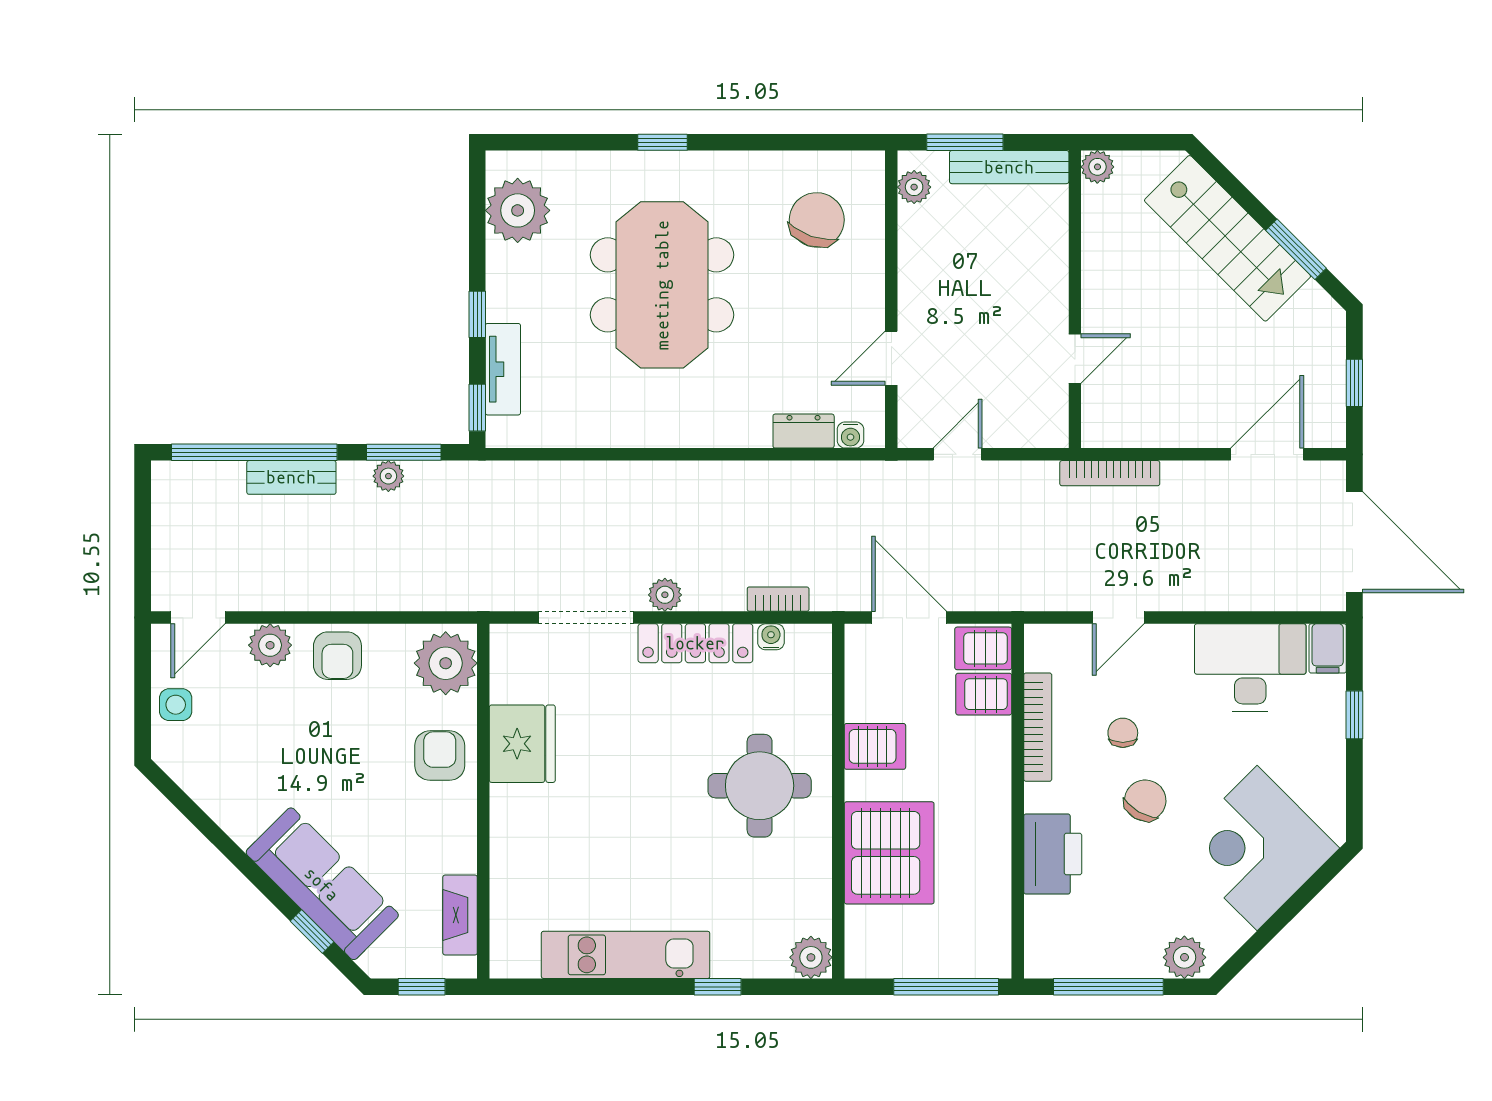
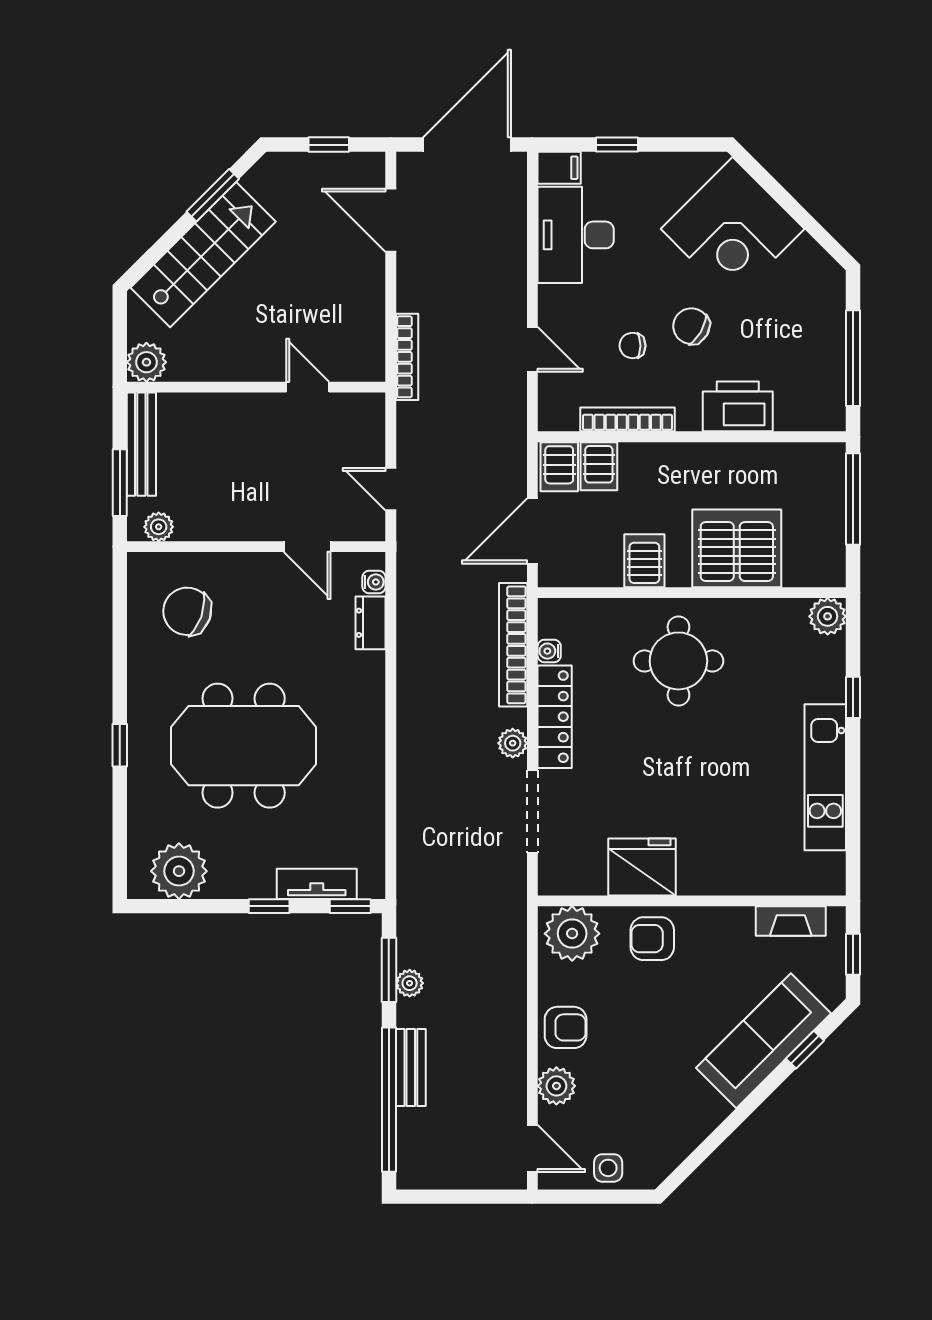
plant: (1097, 167) -> (146, 362), width x1.38, depth x1.38
bookcase: (778, 599) -> (513, 645), width x2.31, depth x1.31
plant: (1184, 957) -> (827, 292), removed

